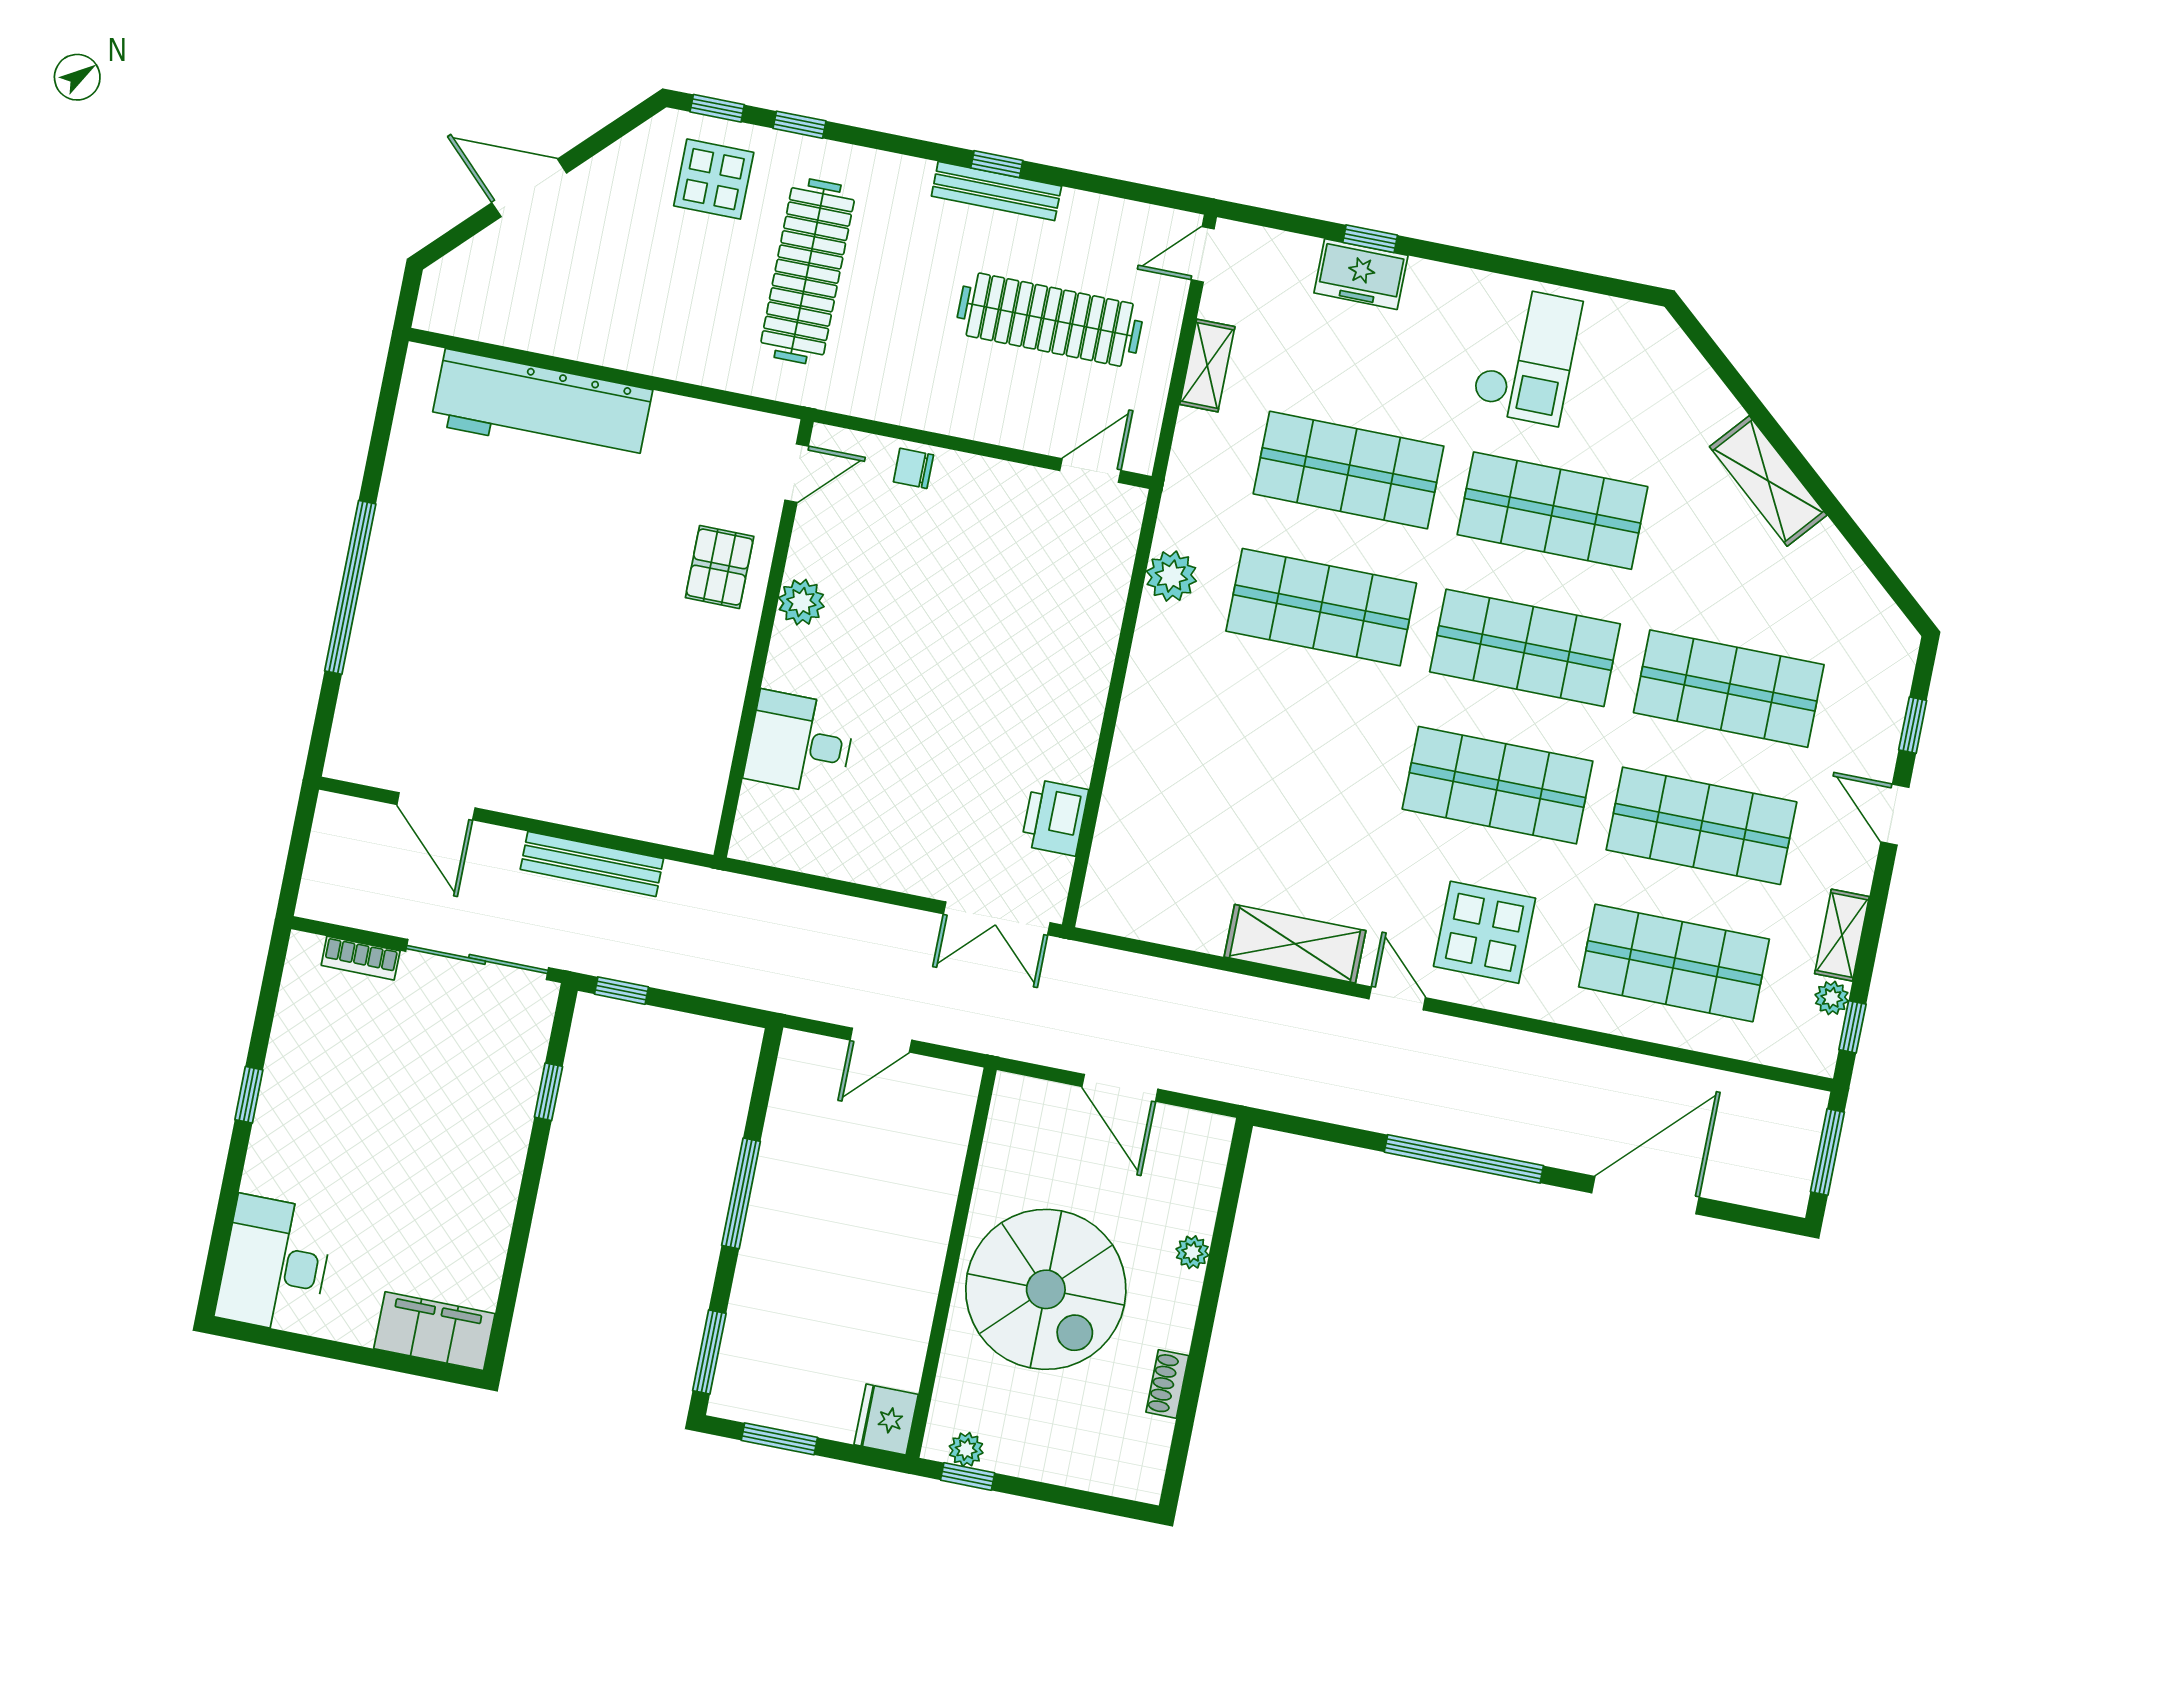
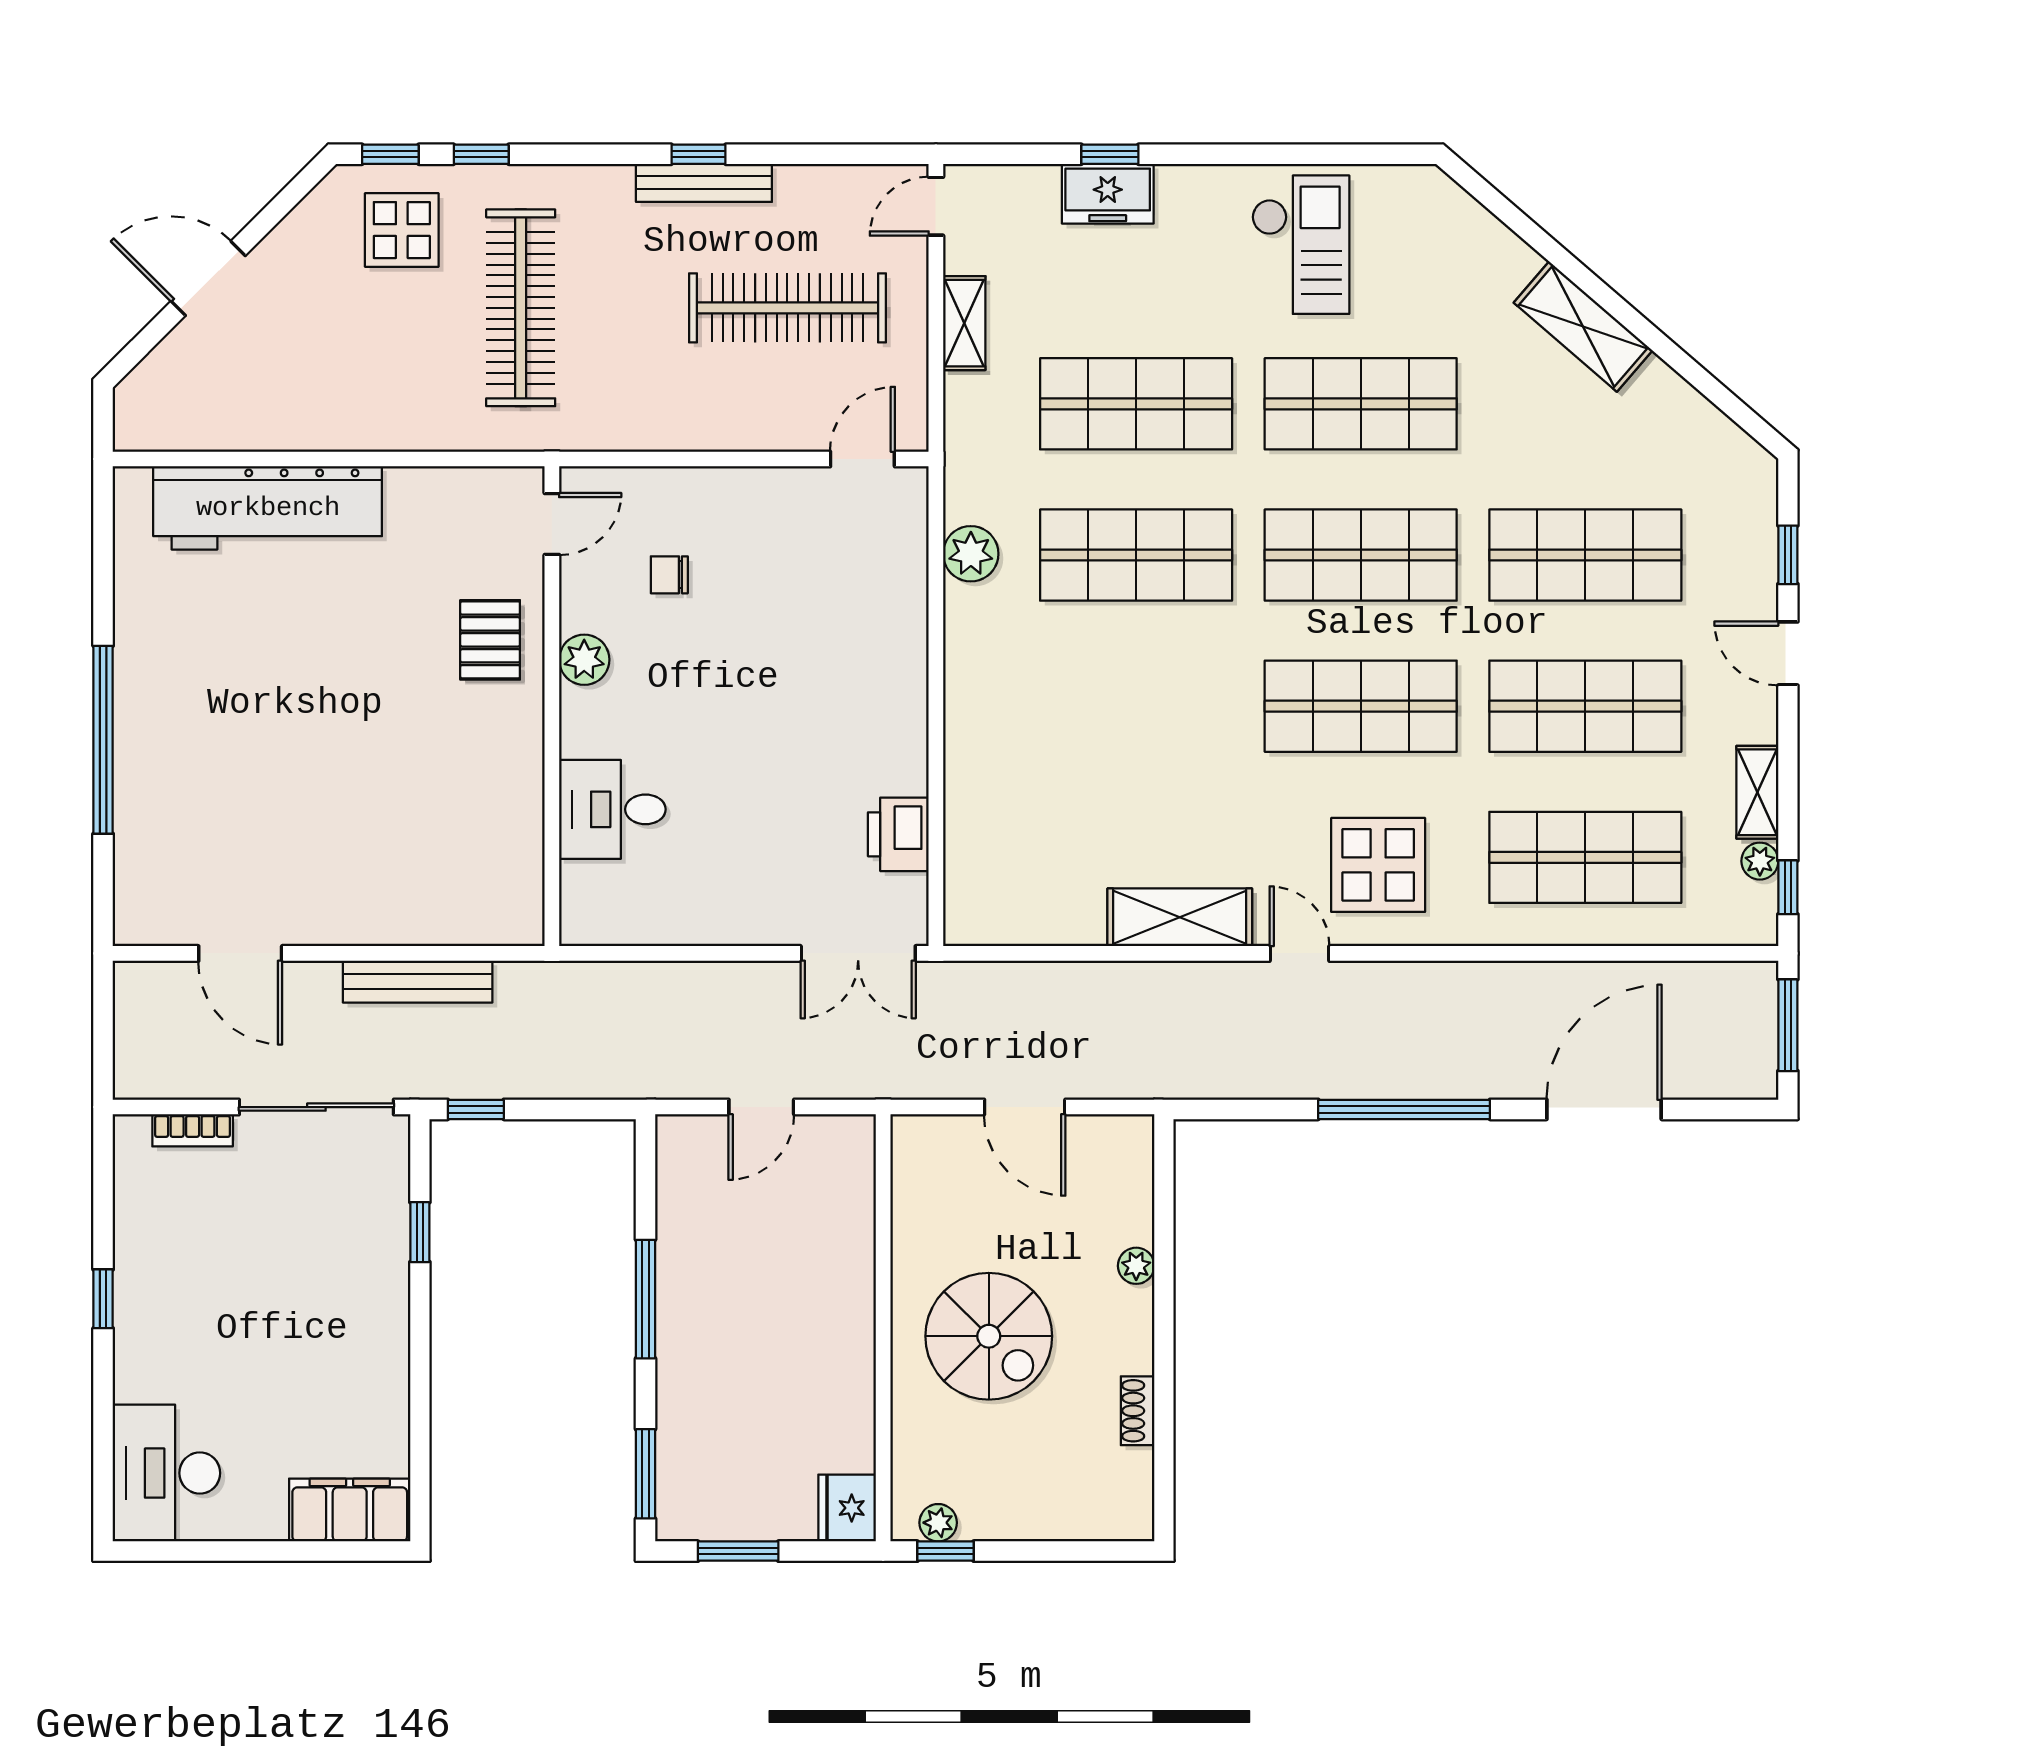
chair: (913, 468) -> (669, 575), moved
spiral stairs: (1046, 1289) -> (989, 1336), width x0.73, depth x0.73

